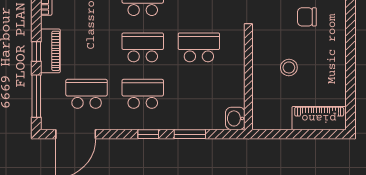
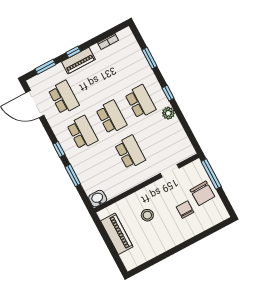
window: (36, 96) -> (45, 67), width x0.69
piano: (319, 118) -> (117, 234), moved

